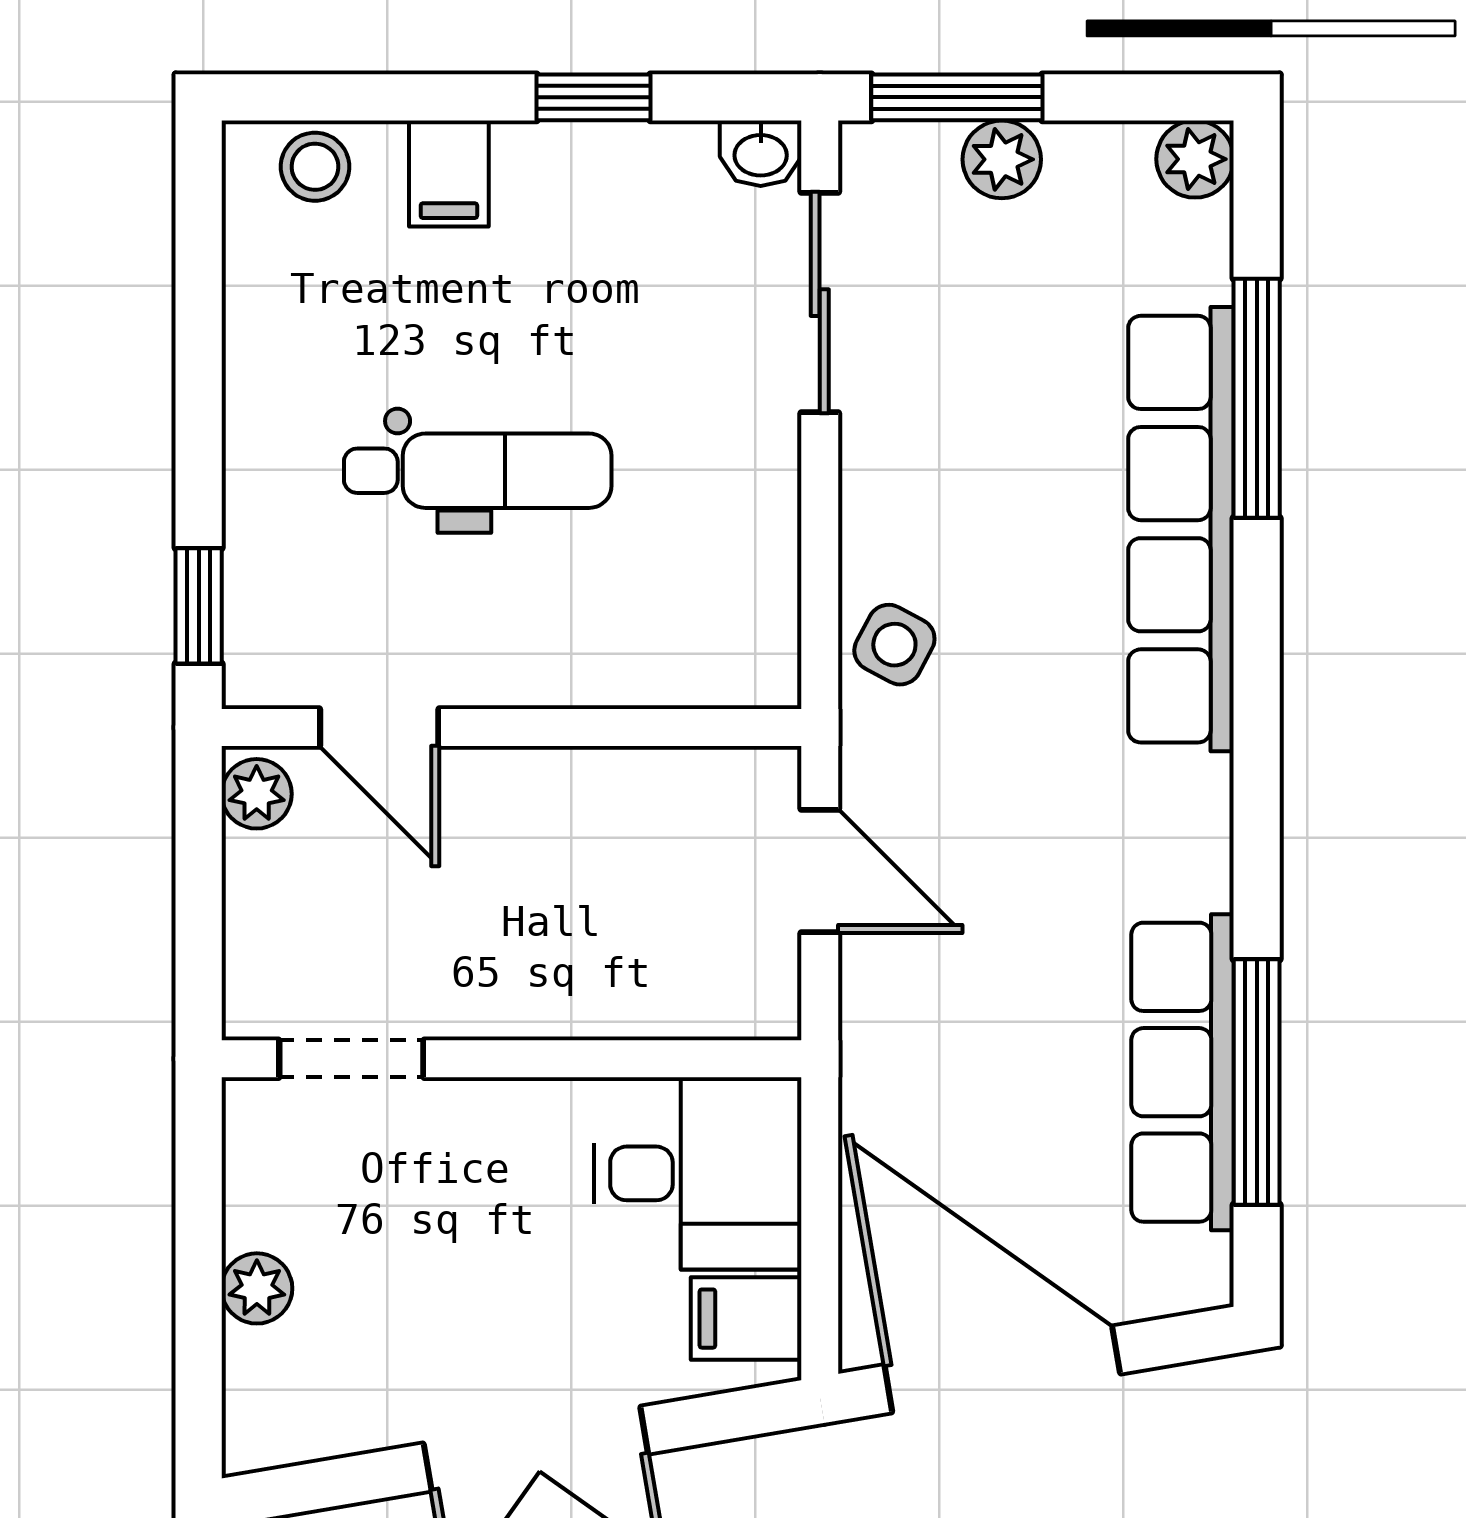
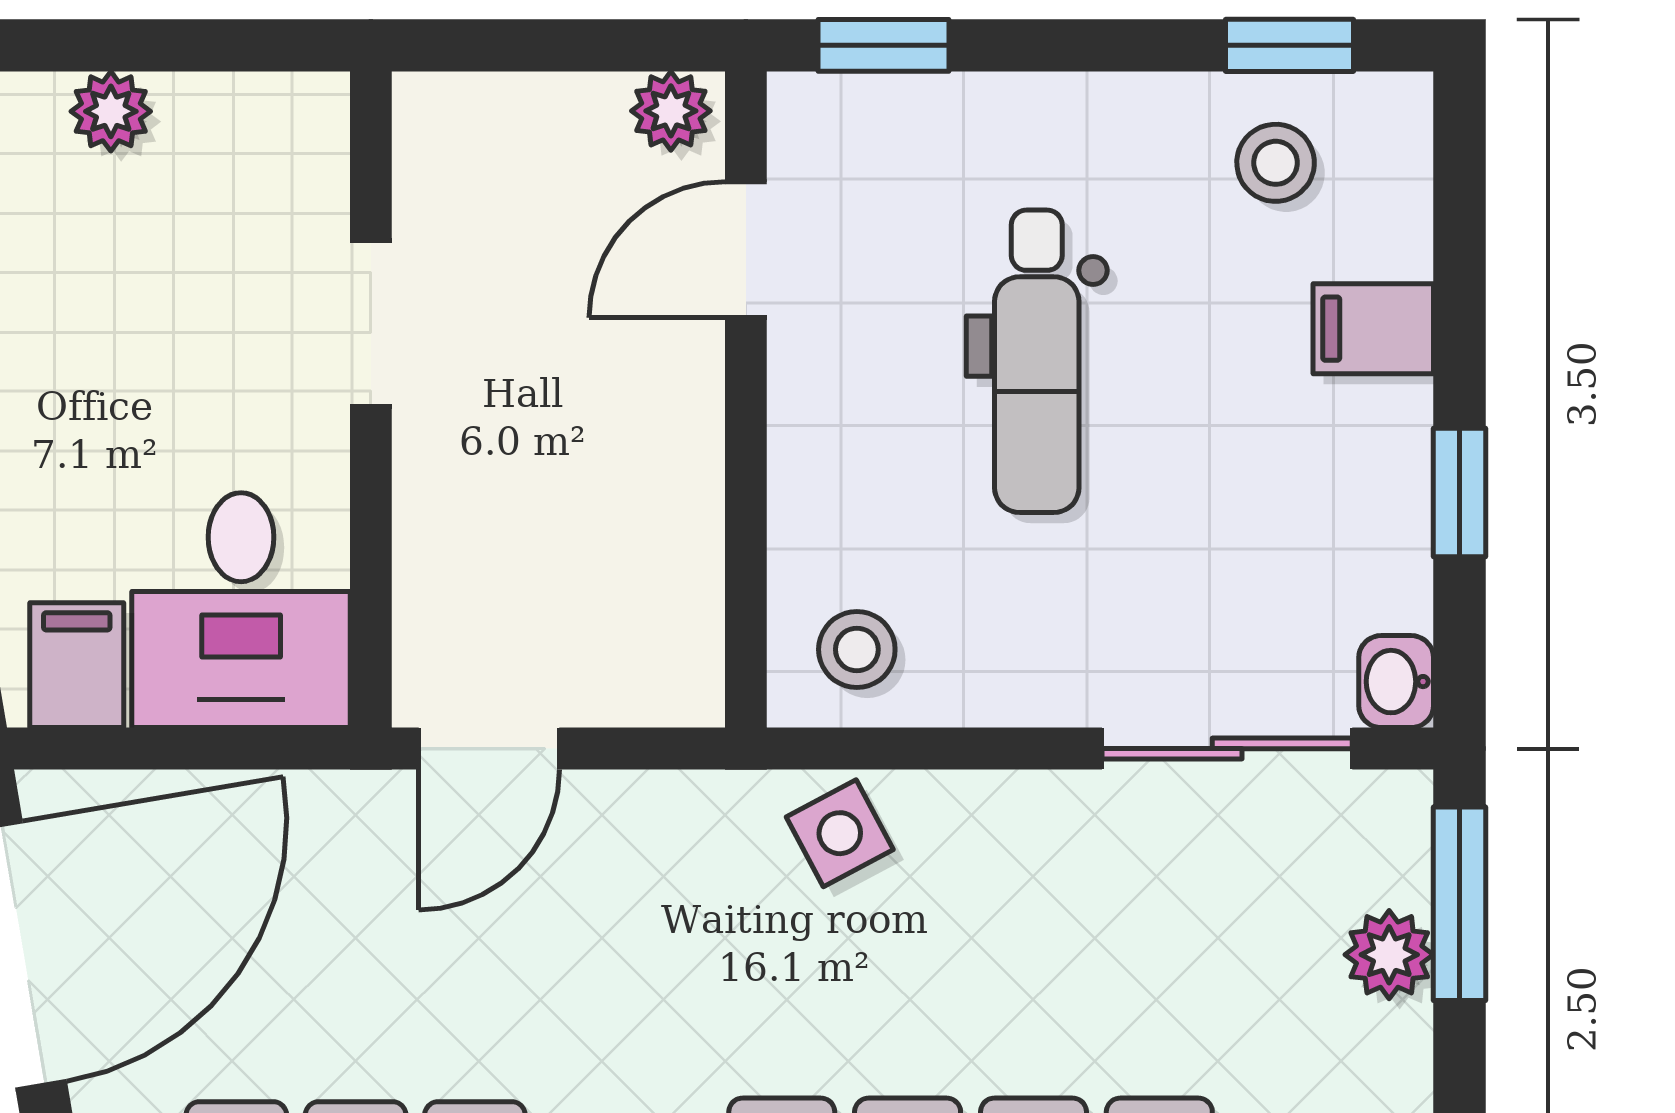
stool: (315, 167) -> (1276, 163), moved
window: (199, 247) -> (1290, 45), added
stool: (732, 630) -> (857, 649), added
side table: (894, 645) -> (840, 833), turned 34
door: (820, 871) -> (489, 749), moved
doorway: (351, 1059) -> (371, 323), moved

